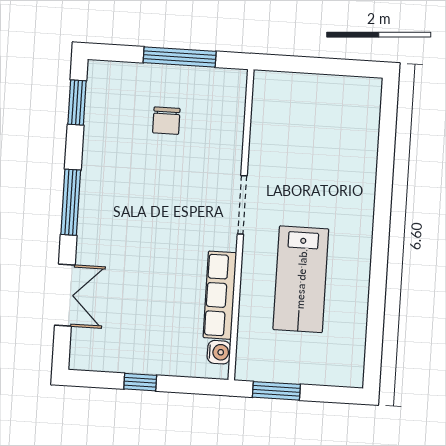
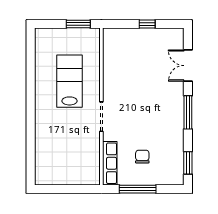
row of seats: (220, 295) -> (110, 163), moved
water cooler: (219, 352) -> (108, 42), removed

